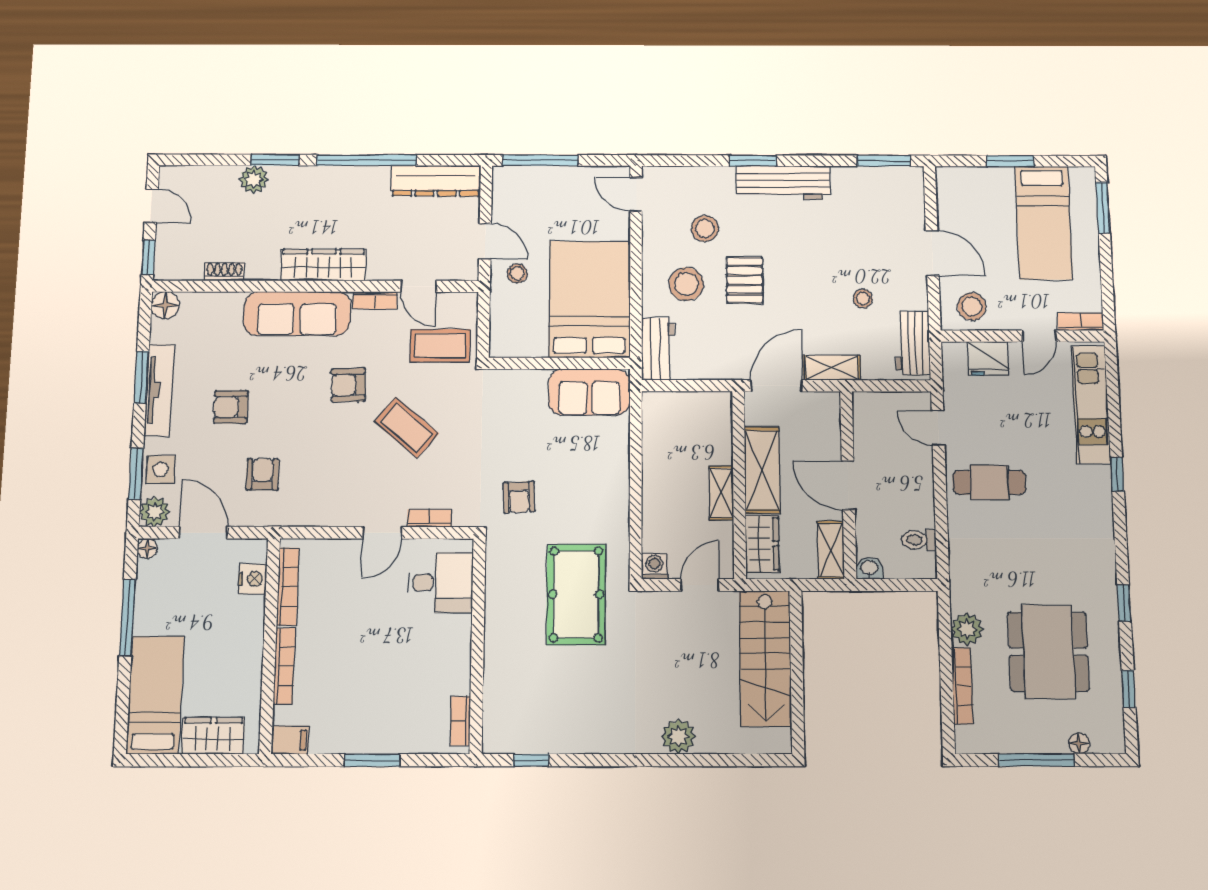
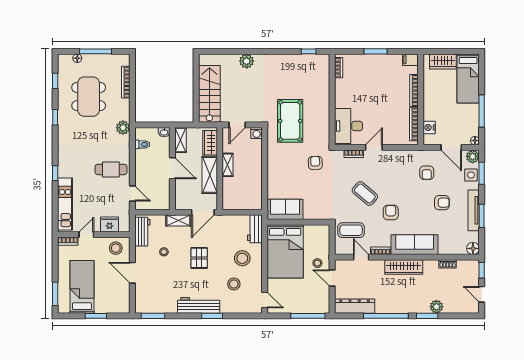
pallet: (745, 280) -> (199, 258), moved
armchair: (348, 385) -> (391, 212), turned -88
desk: (440, 582) -> (348, 126), width x1.37
plant: (967, 629) -> (123, 128), moved

